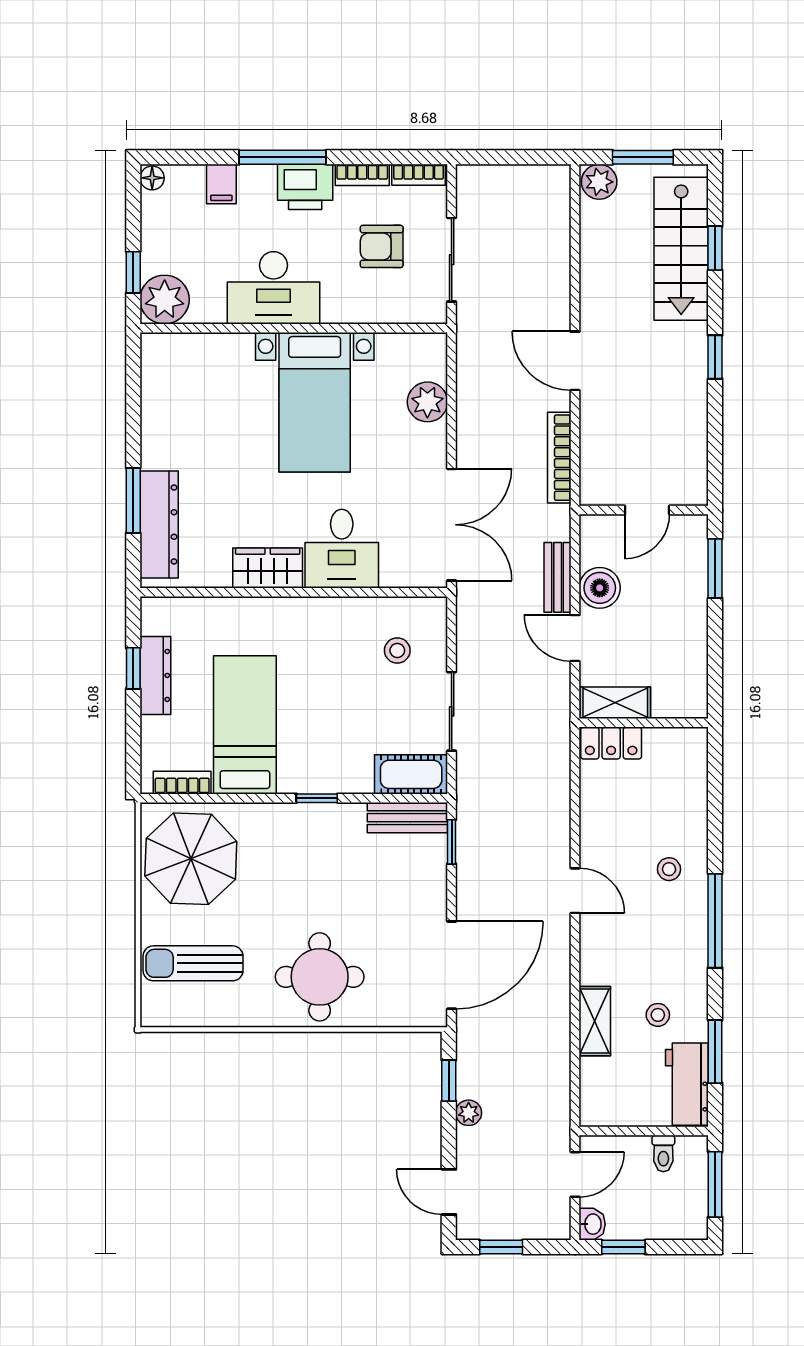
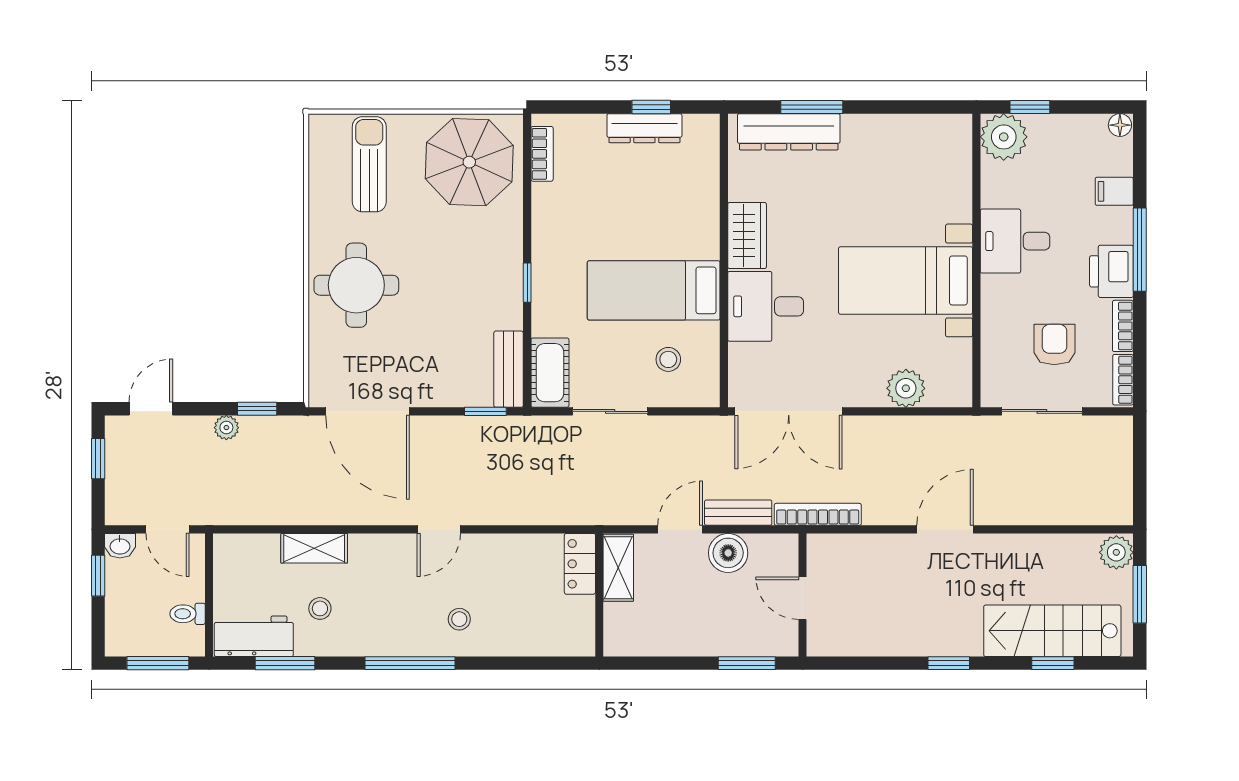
desk: (273, 288) -> (1015, 241), width x0.73
bookcase: (559, 458) -> (818, 514), moved
bed: (245, 725) -> (654, 290), moved, turned 180

